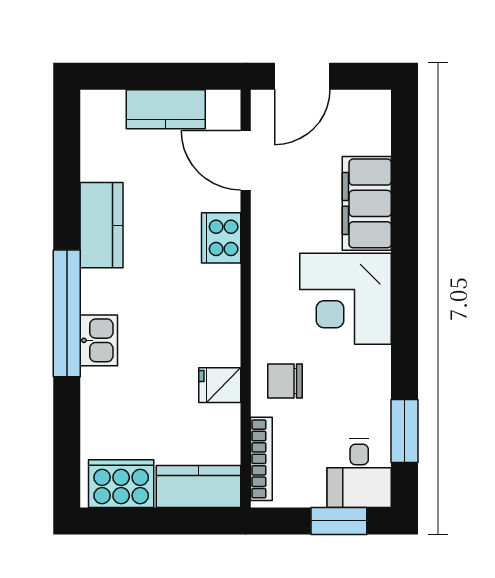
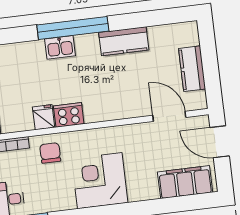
door: (246, 160) -> (169, 116), hinge flipped
filing cabinet: (367, 203) -> (185, 182), moved
cooker: (221, 238) -> (69, 115), moved

